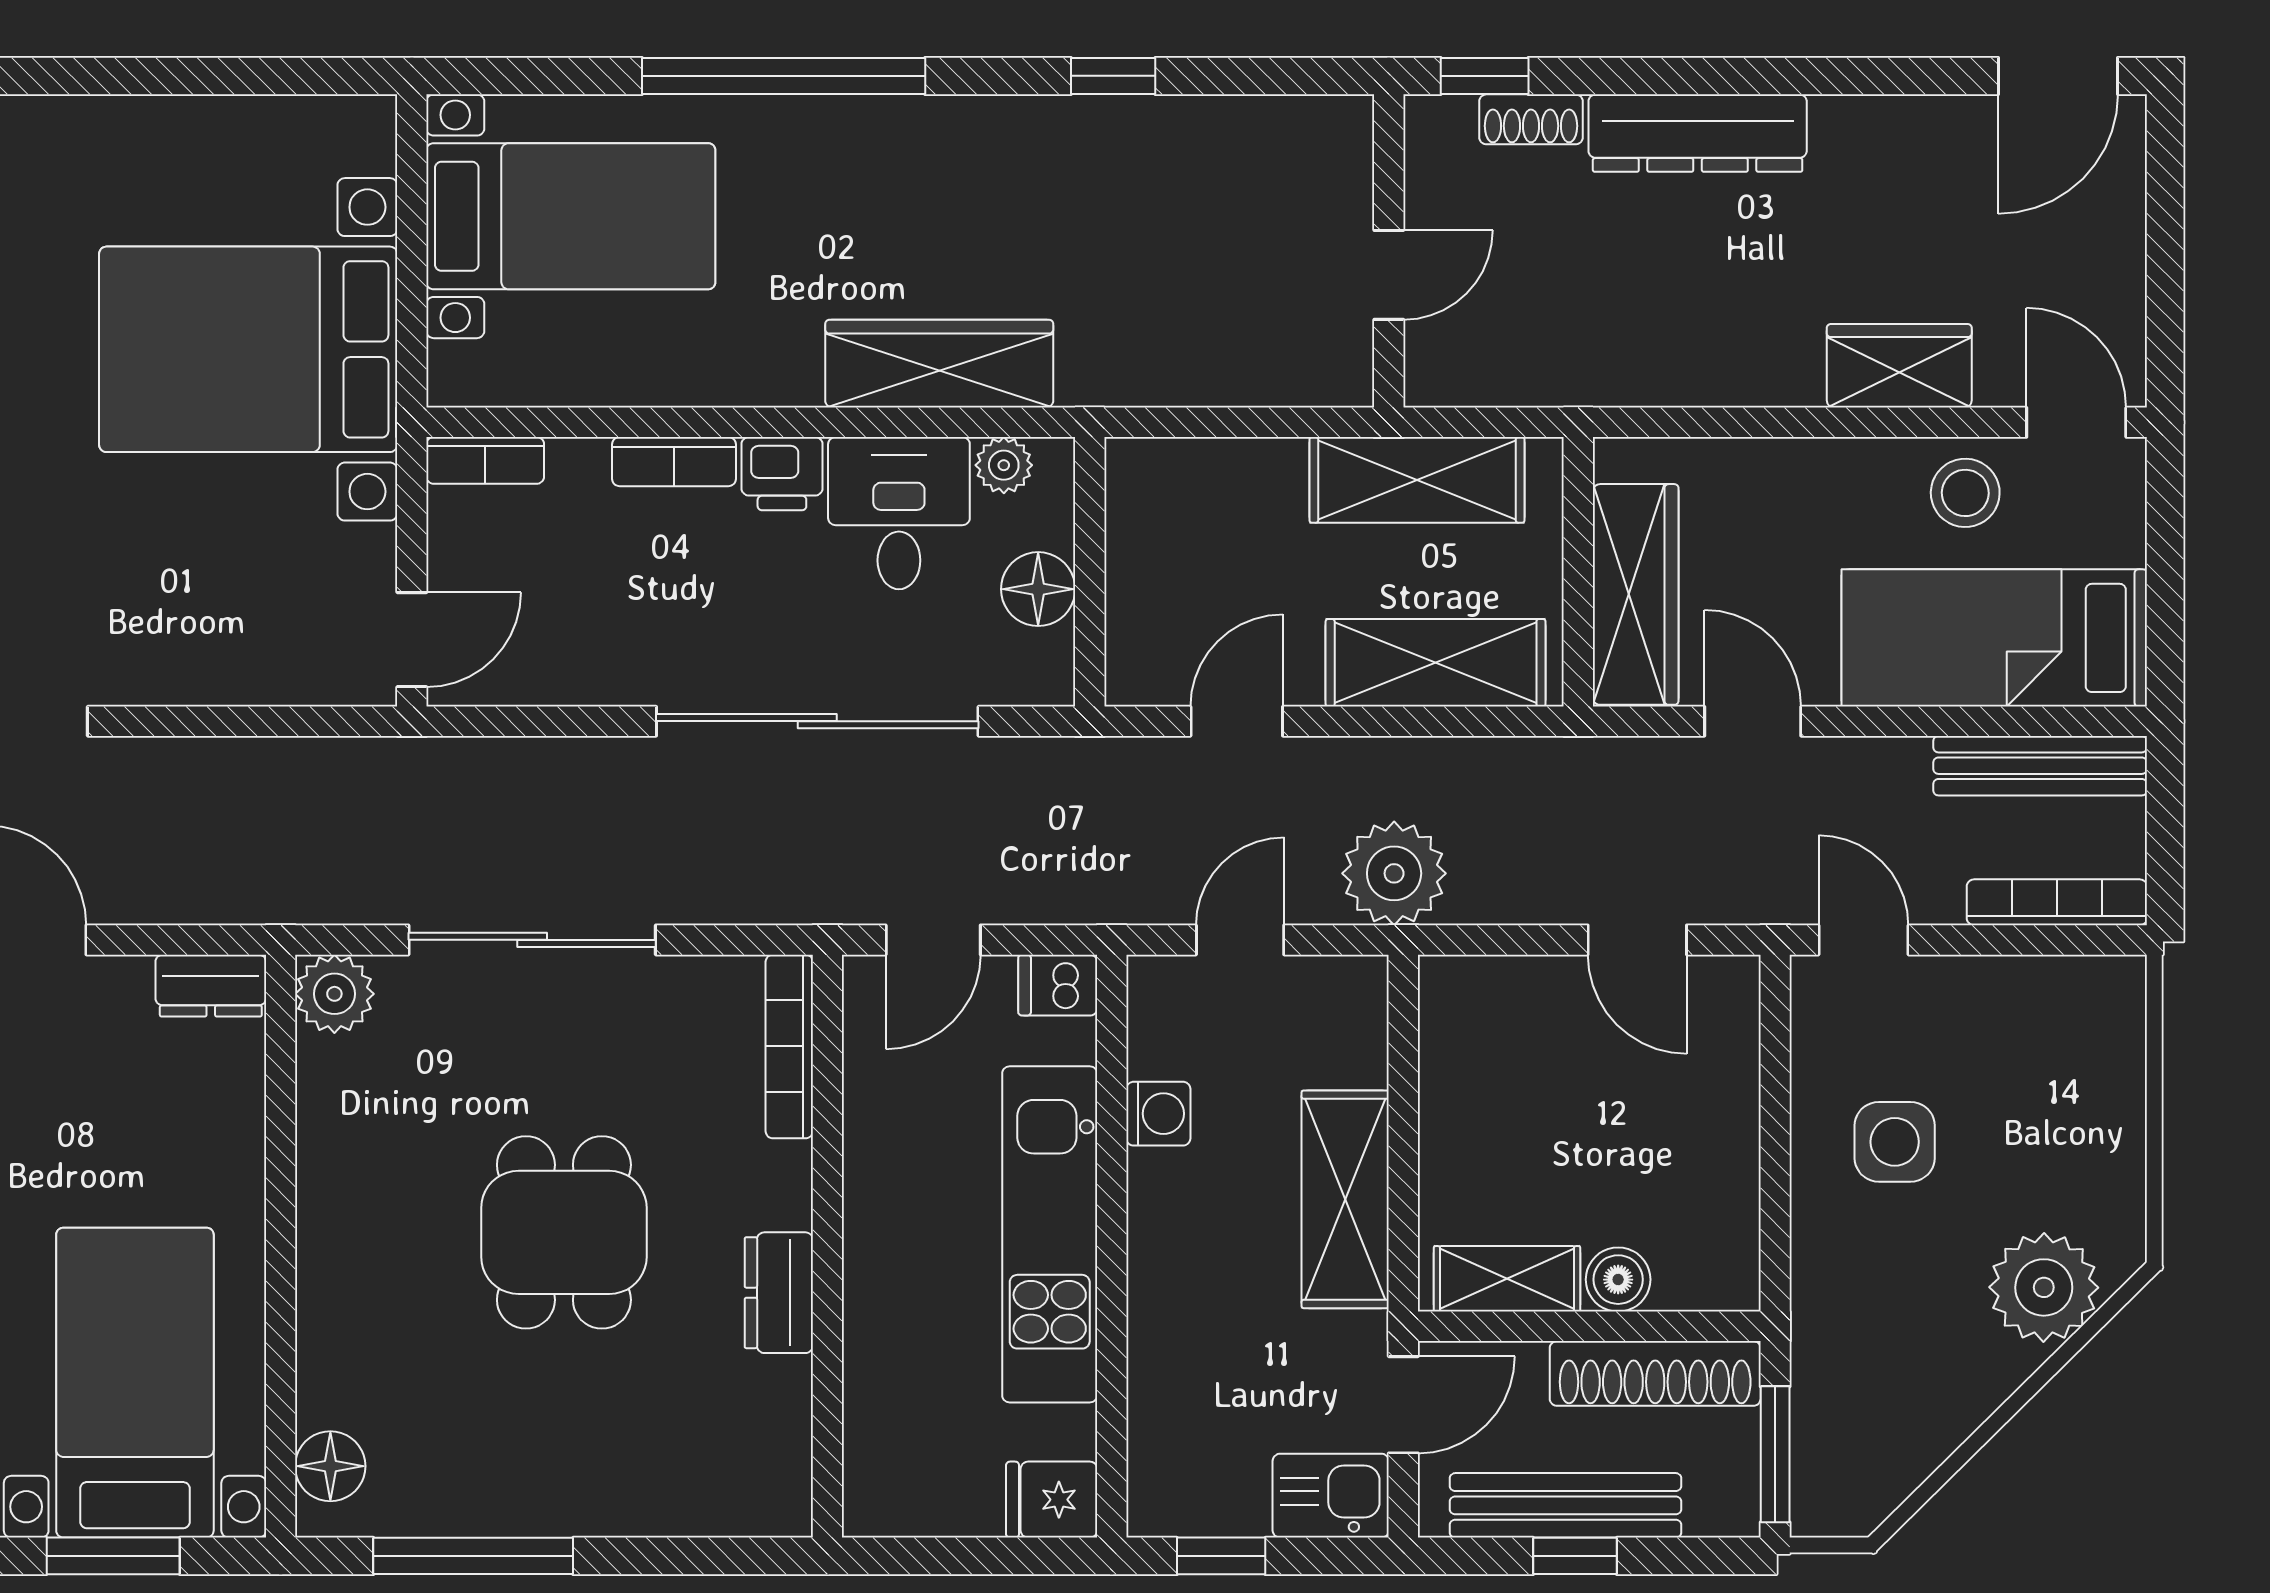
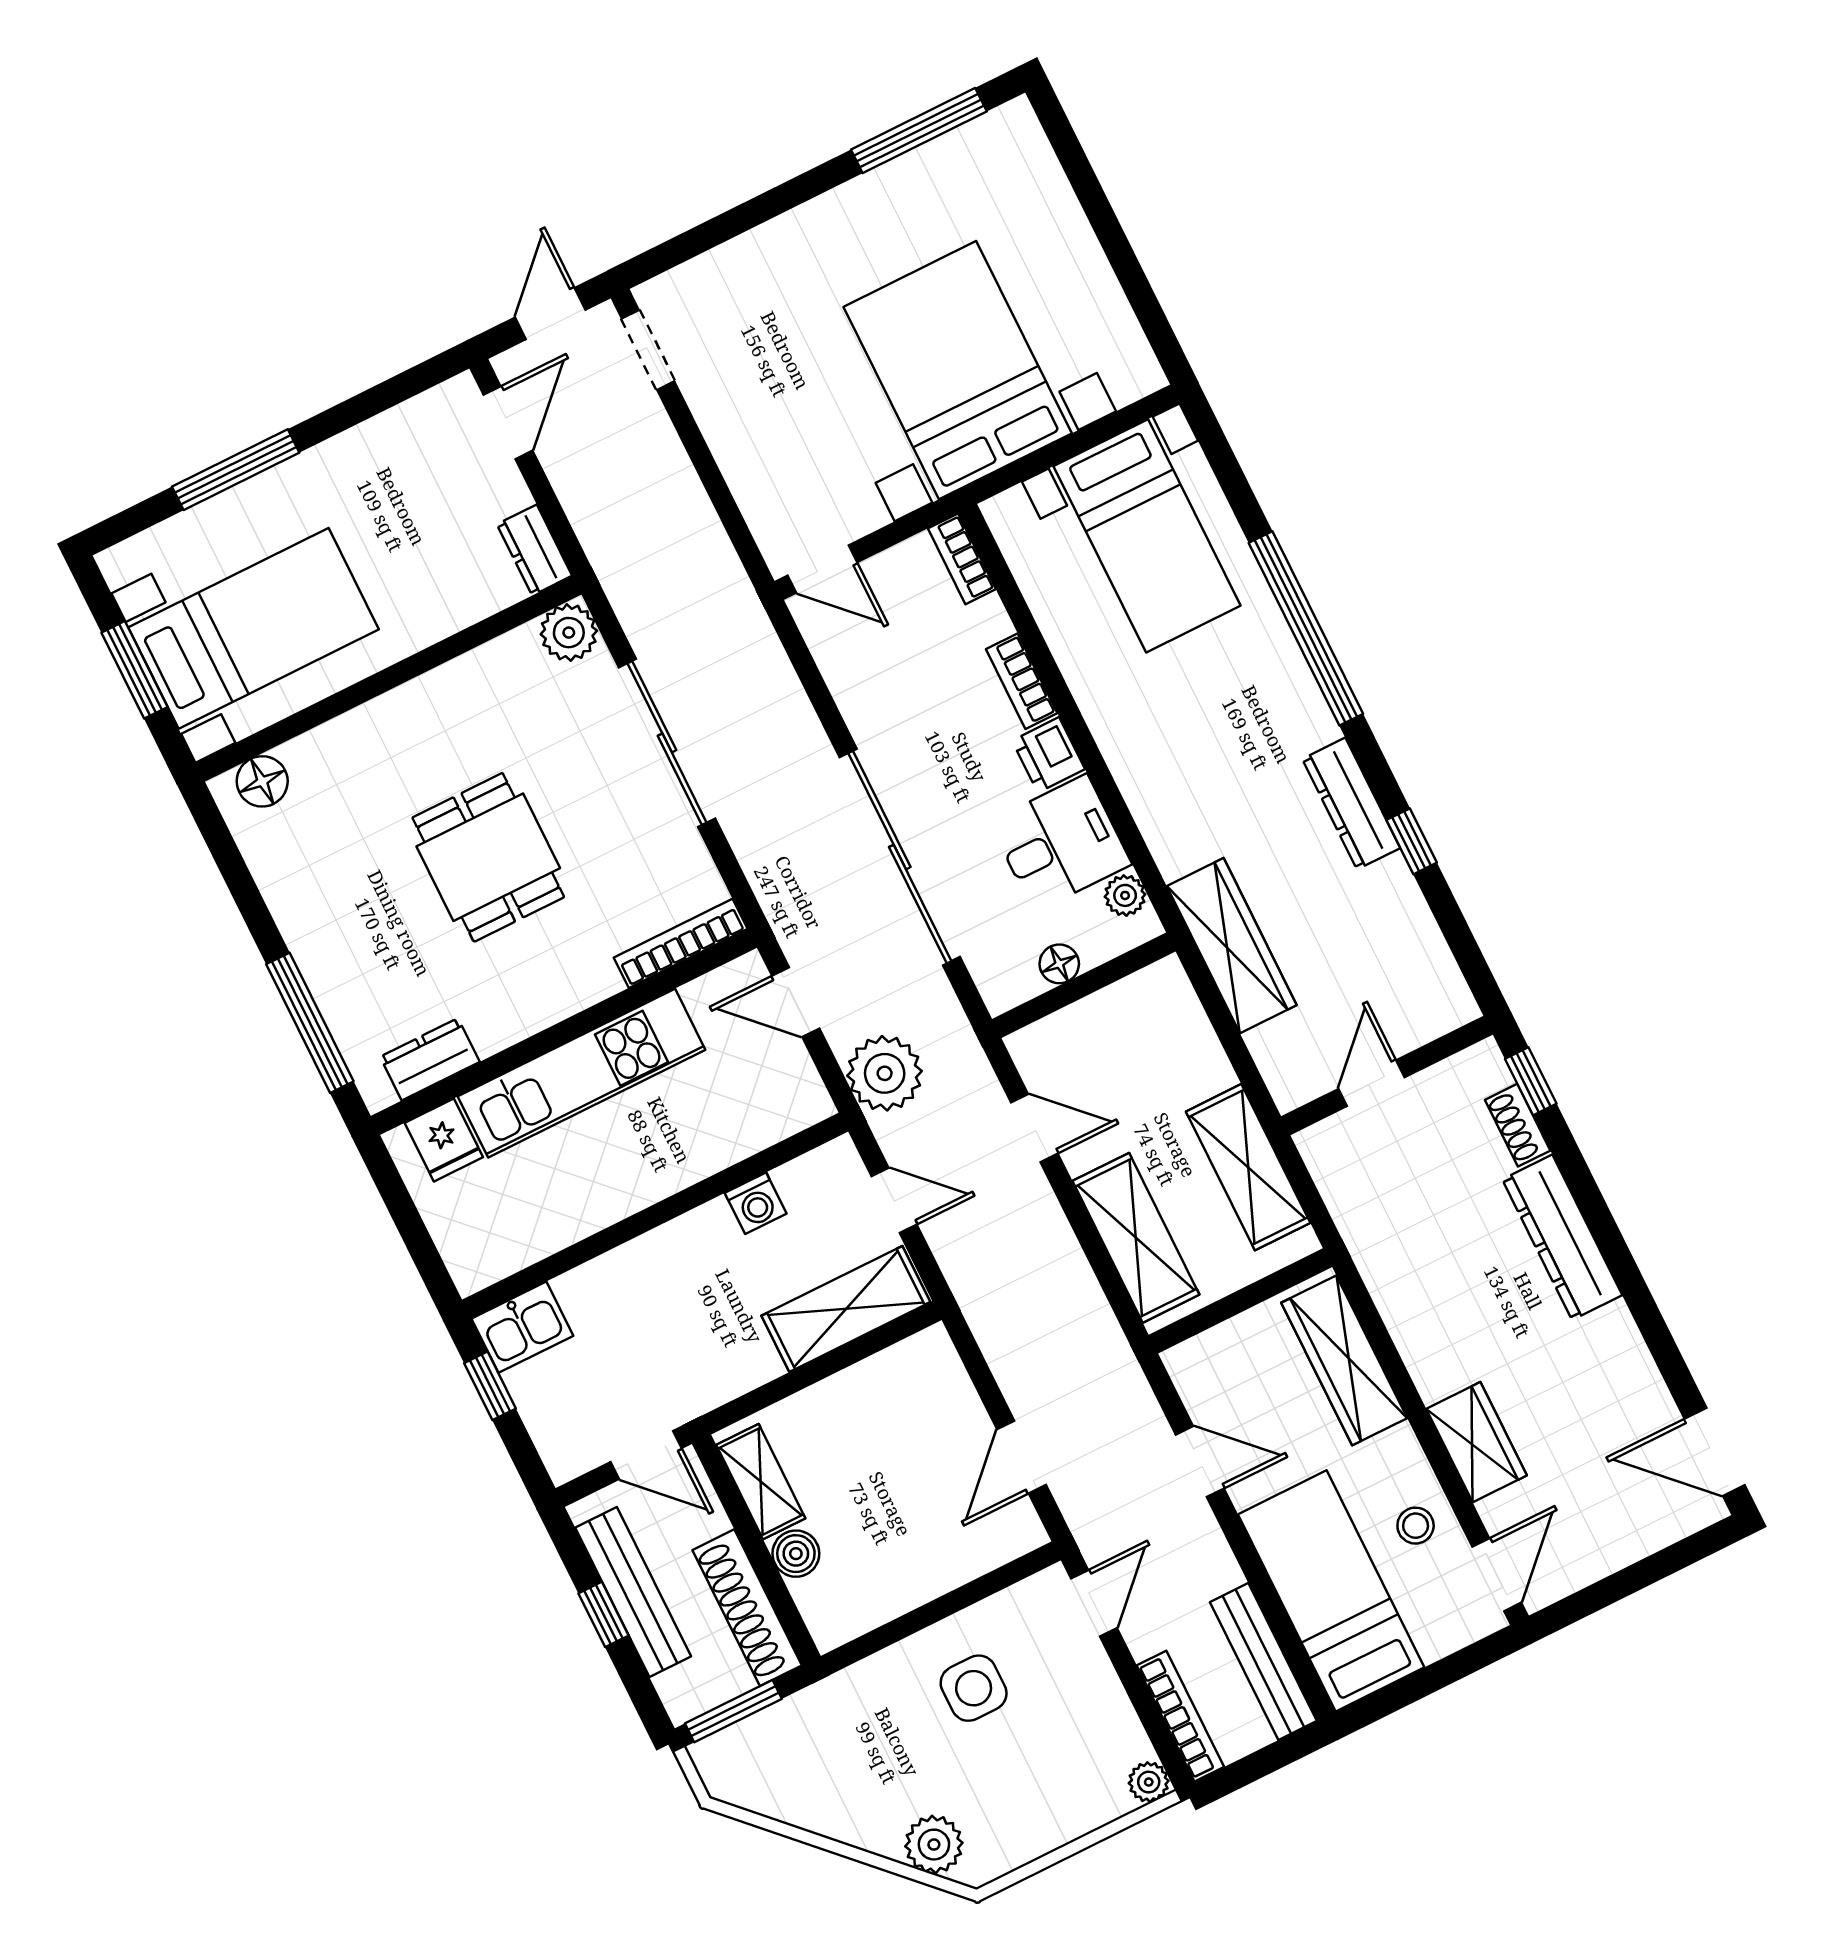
dresser: (1029, 128) -> (1351, 803), added
door: (1389, 275) -> (1371, 1083), swing flipped
wardrobe: (939, 364) -> (1232, 946), moved
stool: (1965, 493) -> (1416, 1526), width x0.73, depth x0.73
floor lamp: (1038, 589) -> (1059, 964), width x0.73, depth x0.73
wardrobe: (1636, 594) -> (1344, 1360), moved, turned 90
door: (1753, 721) -> (1200, 1462), hinge flipped
plant: (1394, 873) -> (885, 1073), moved
plant: (2119, 982) -> (1149, 1782), added
dishwasher: (1058, 985) -> (806, 1097), removed
shelving: (1345, 1199) -> (846, 1309), moved
dining table: (564, 1232) -> (488, 857), turned 90
kitchen unit: (1050, 1234) -> (582, 1073), moved, turned 180
plant: (2044, 1287) -> (934, 1845), width x0.73, depth x0.73
dresser: (779, 1293) -> (430, 1059), moved
kitchen sink: (1331, 1496) -> (522, 1327), moved, turned 90
fridge: (1052, 1500) -> (444, 1140), moved, turned 180
window: (473, 1556) -> (310, 1023), moved

